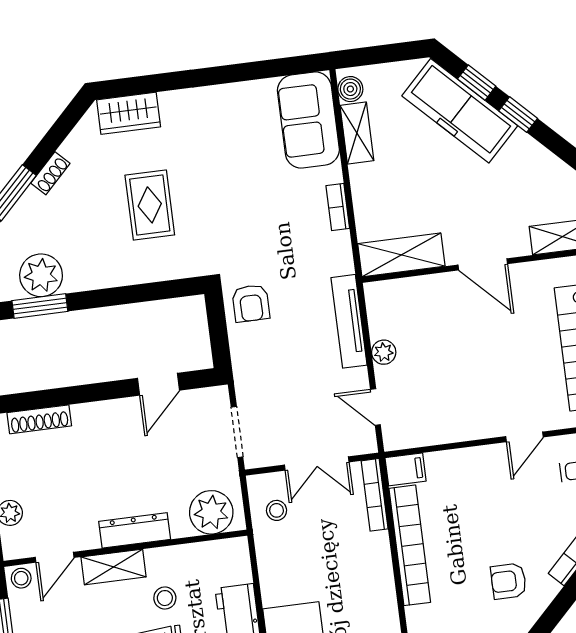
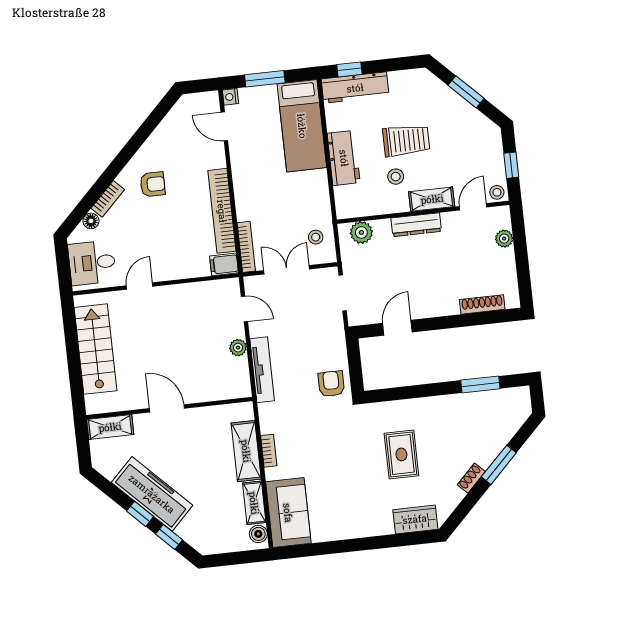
freezer: (460, 111) -> (152, 494), moved
shelving: (401, 255) -> (246, 451), moved, turned 90
plant: (41, 275) -> (479, 406), removed
plant: (211, 512) -> (361, 232), width x0.73, depth x0.73

